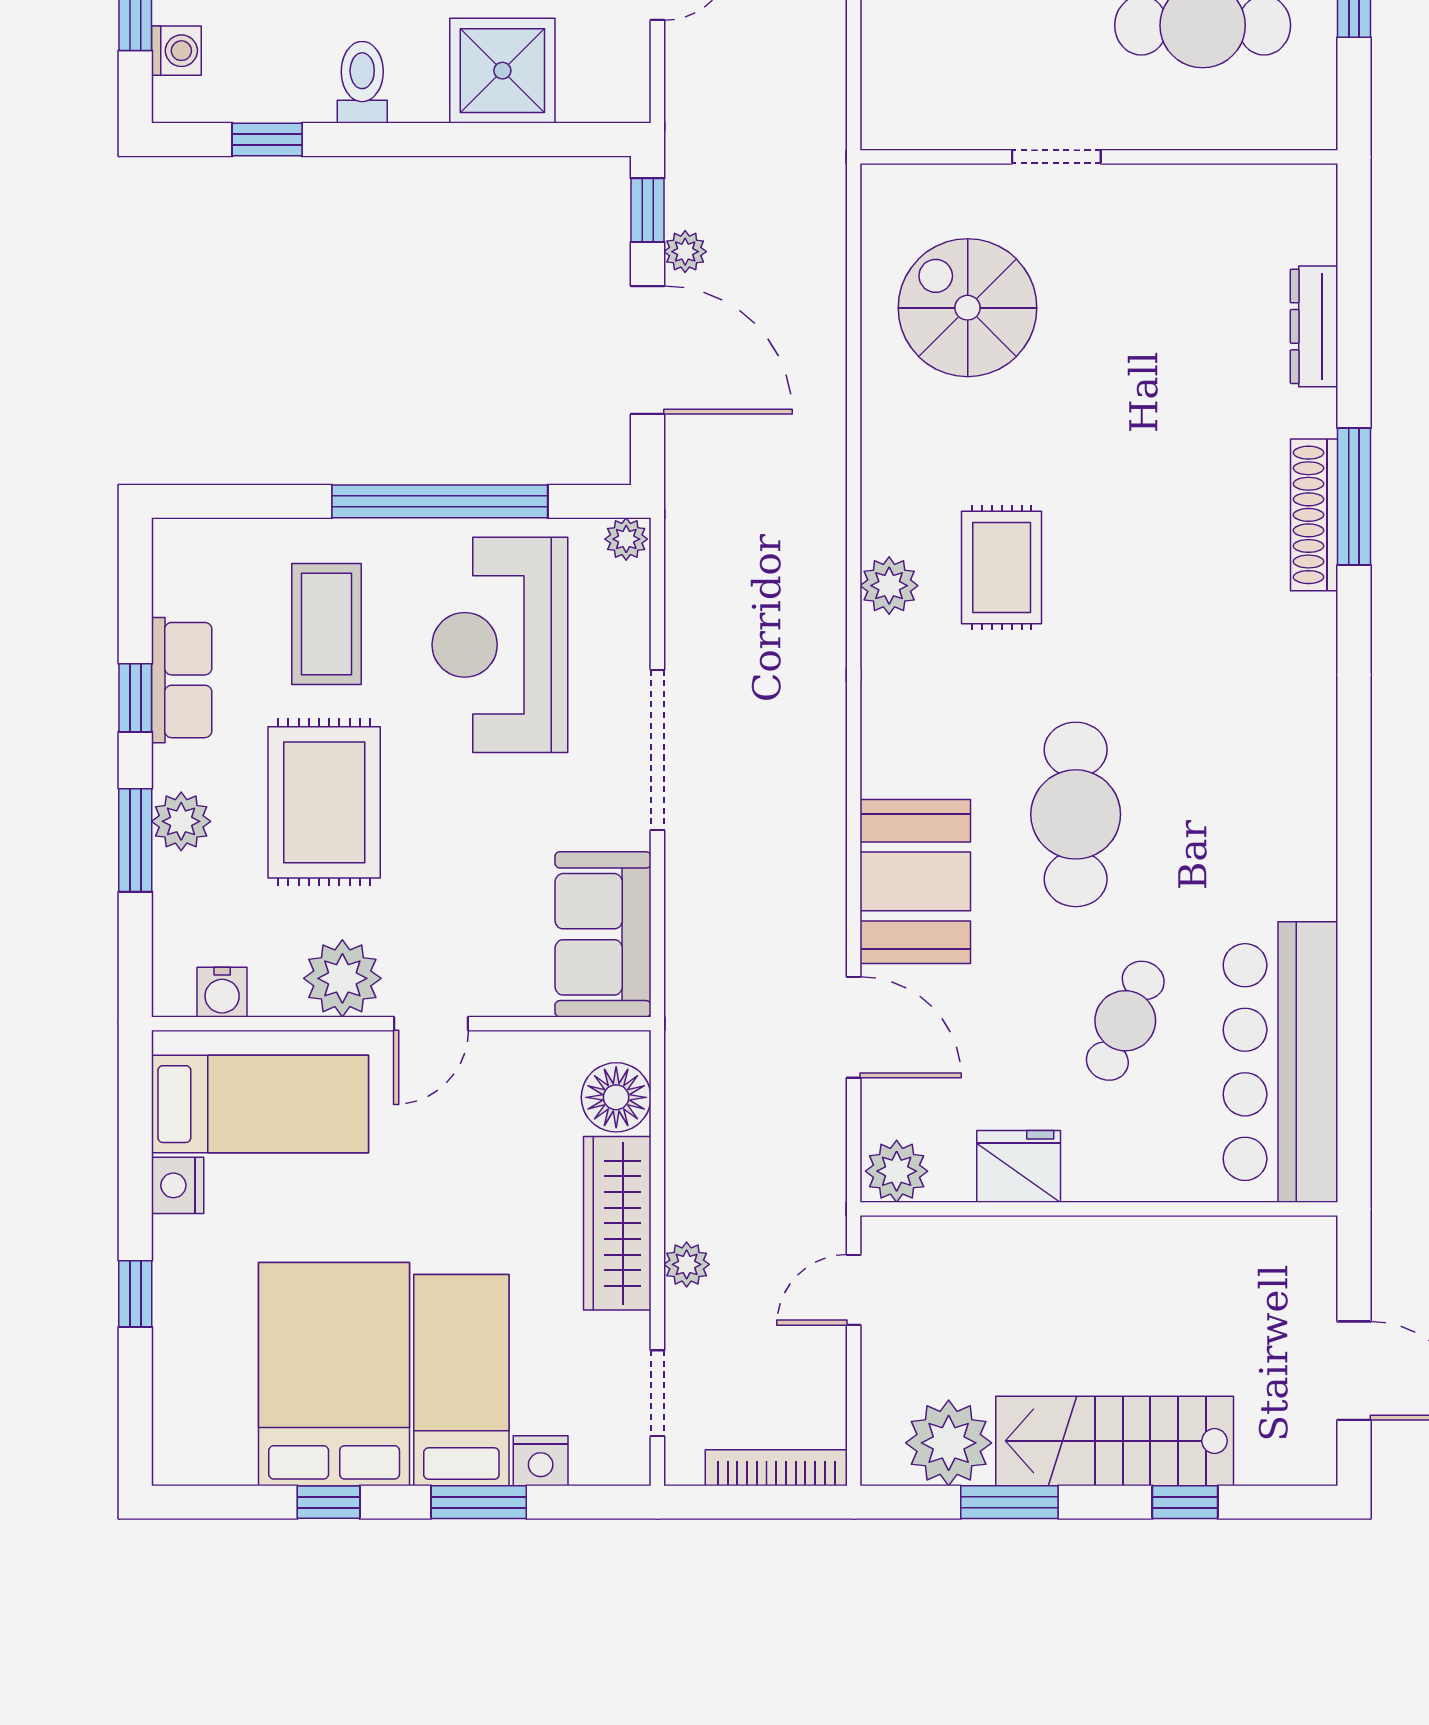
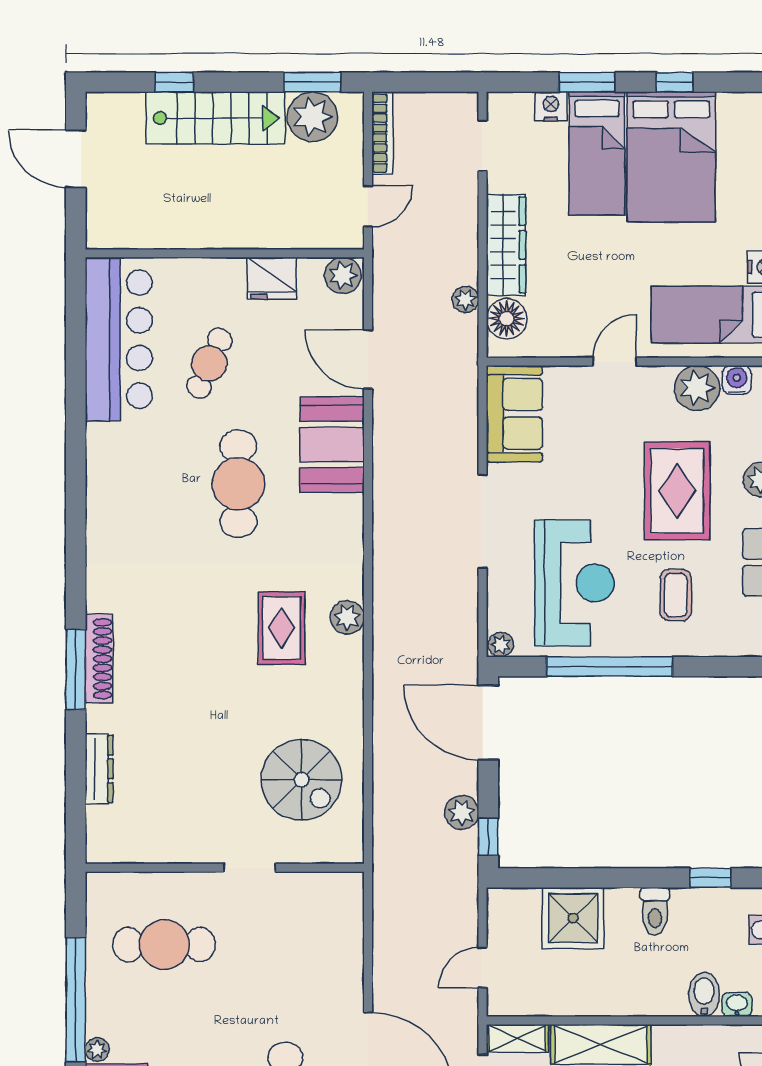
plant: (685, 252) -> (462, 812), width x1.38, depth x1.38
door: (648, 350) -> (488, 722), moved
coffee table: (327, 624) -> (676, 595), width x0.73, depth x0.77
plant: (342, 978) -> (697, 388), moved
plant: (687, 1264) -> (465, 299), moved
bookcase: (776, 1468) -> (382, 133), moved, turned -90
window: (1009, 1502) -> (312, 82), moved

